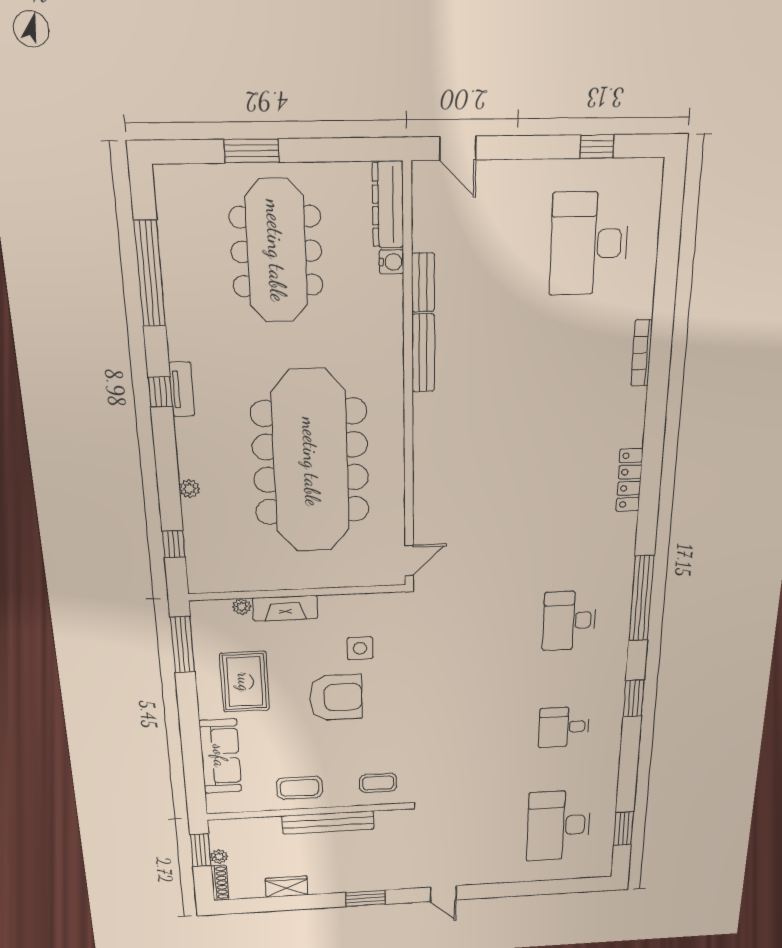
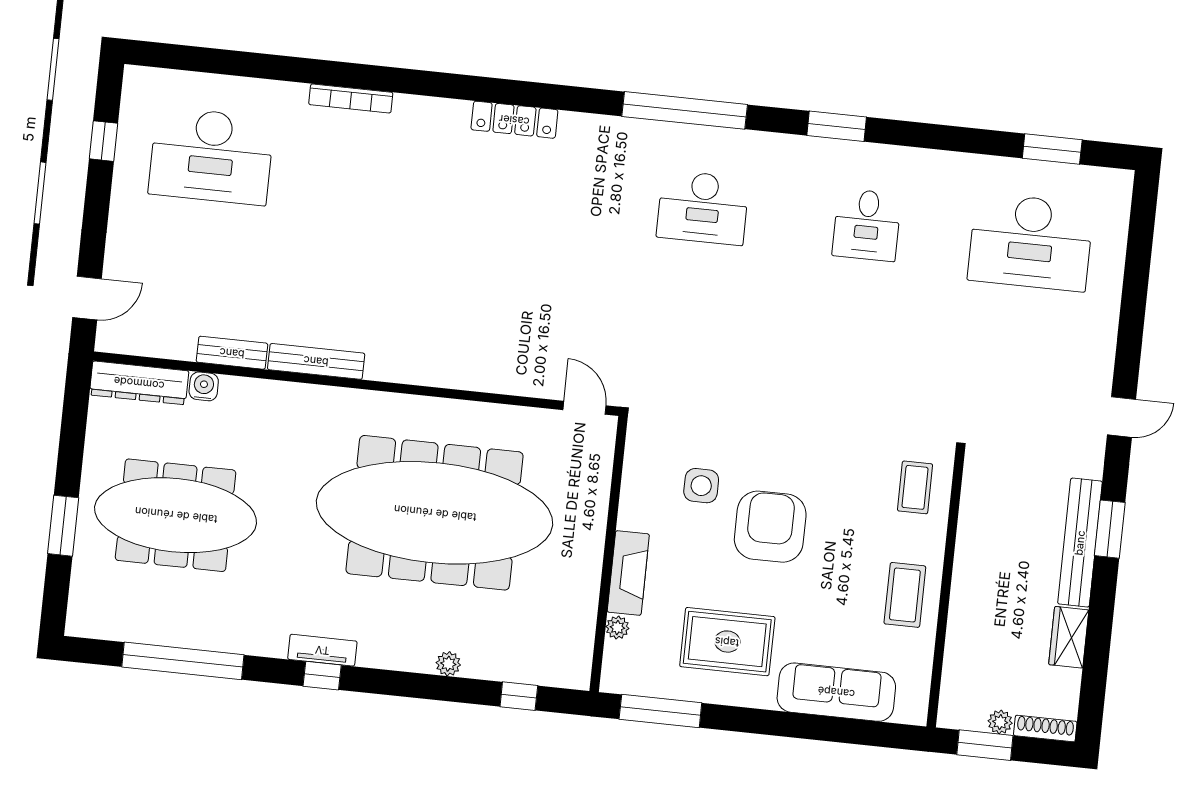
bench: (328, 822) -> (1080, 543), moved

